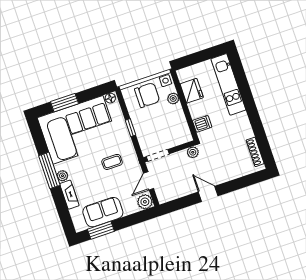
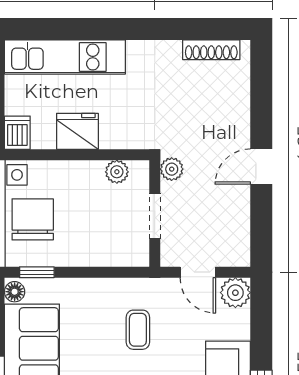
fridge: (192, 91) -> (77, 131), moved
plant: (173, 98) -> (117, 172), moved
dishwasher: (202, 124) -> (17, 133), moved
window: (131, 128) -> (37, 272), moved
doorway: (158, 155) -> (155, 216), moved

